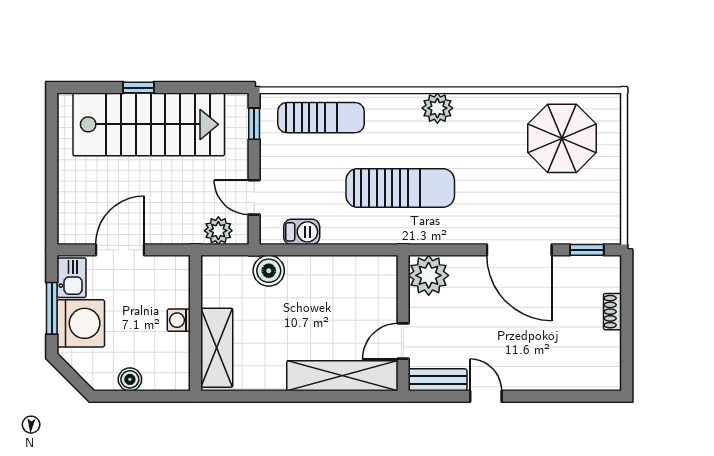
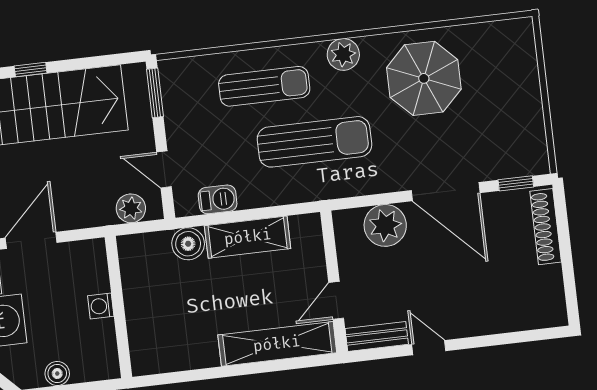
sun lounger: (321, 118) -> (264, 86), moved
window: (254, 124) -> (155, 93), width x1.50
parasol: (562, 138) -> (424, 78), moved
plant: (429, 275) -> (385, 225), moved
shoe rack: (612, 312) -> (546, 227), width x1.94, depth x1.24
shelving: (217, 348) -> (248, 237), moved, turned 90

